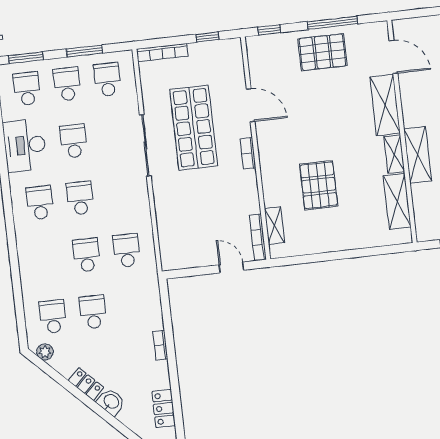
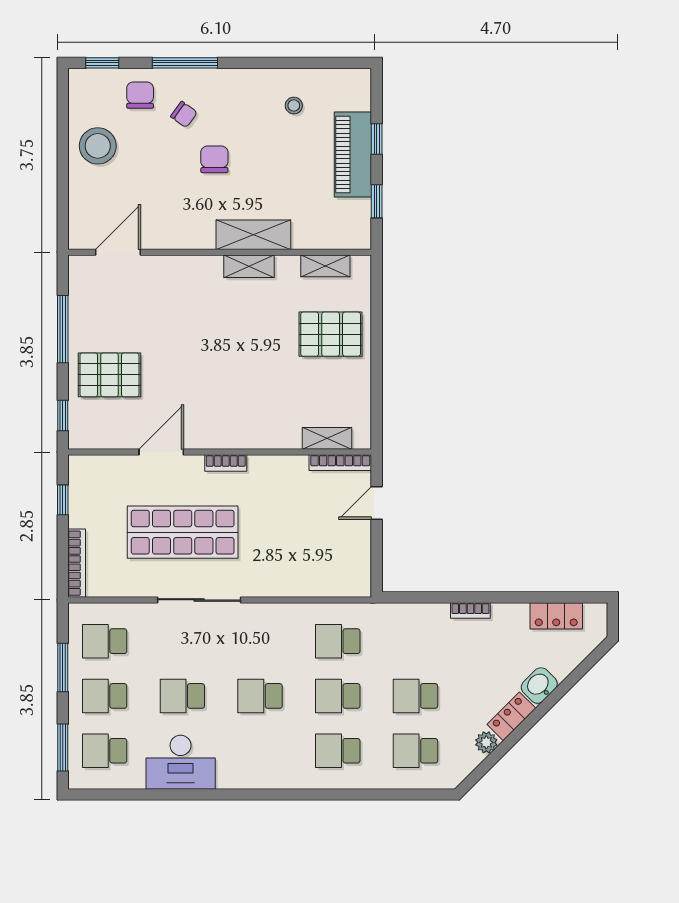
pallet: (322, 52) -> (110, 375), moved, turned 90
shelving: (385, 105) -> (182, 271), removed
pallet: (319, 185) -> (331, 334), moved
shelving: (397, 201) -> (325, 266), width x0.67, depth x0.75
school desk: (40, 203) -> (338, 751), moved
plant: (45, 352) -> (486, 742), moved

